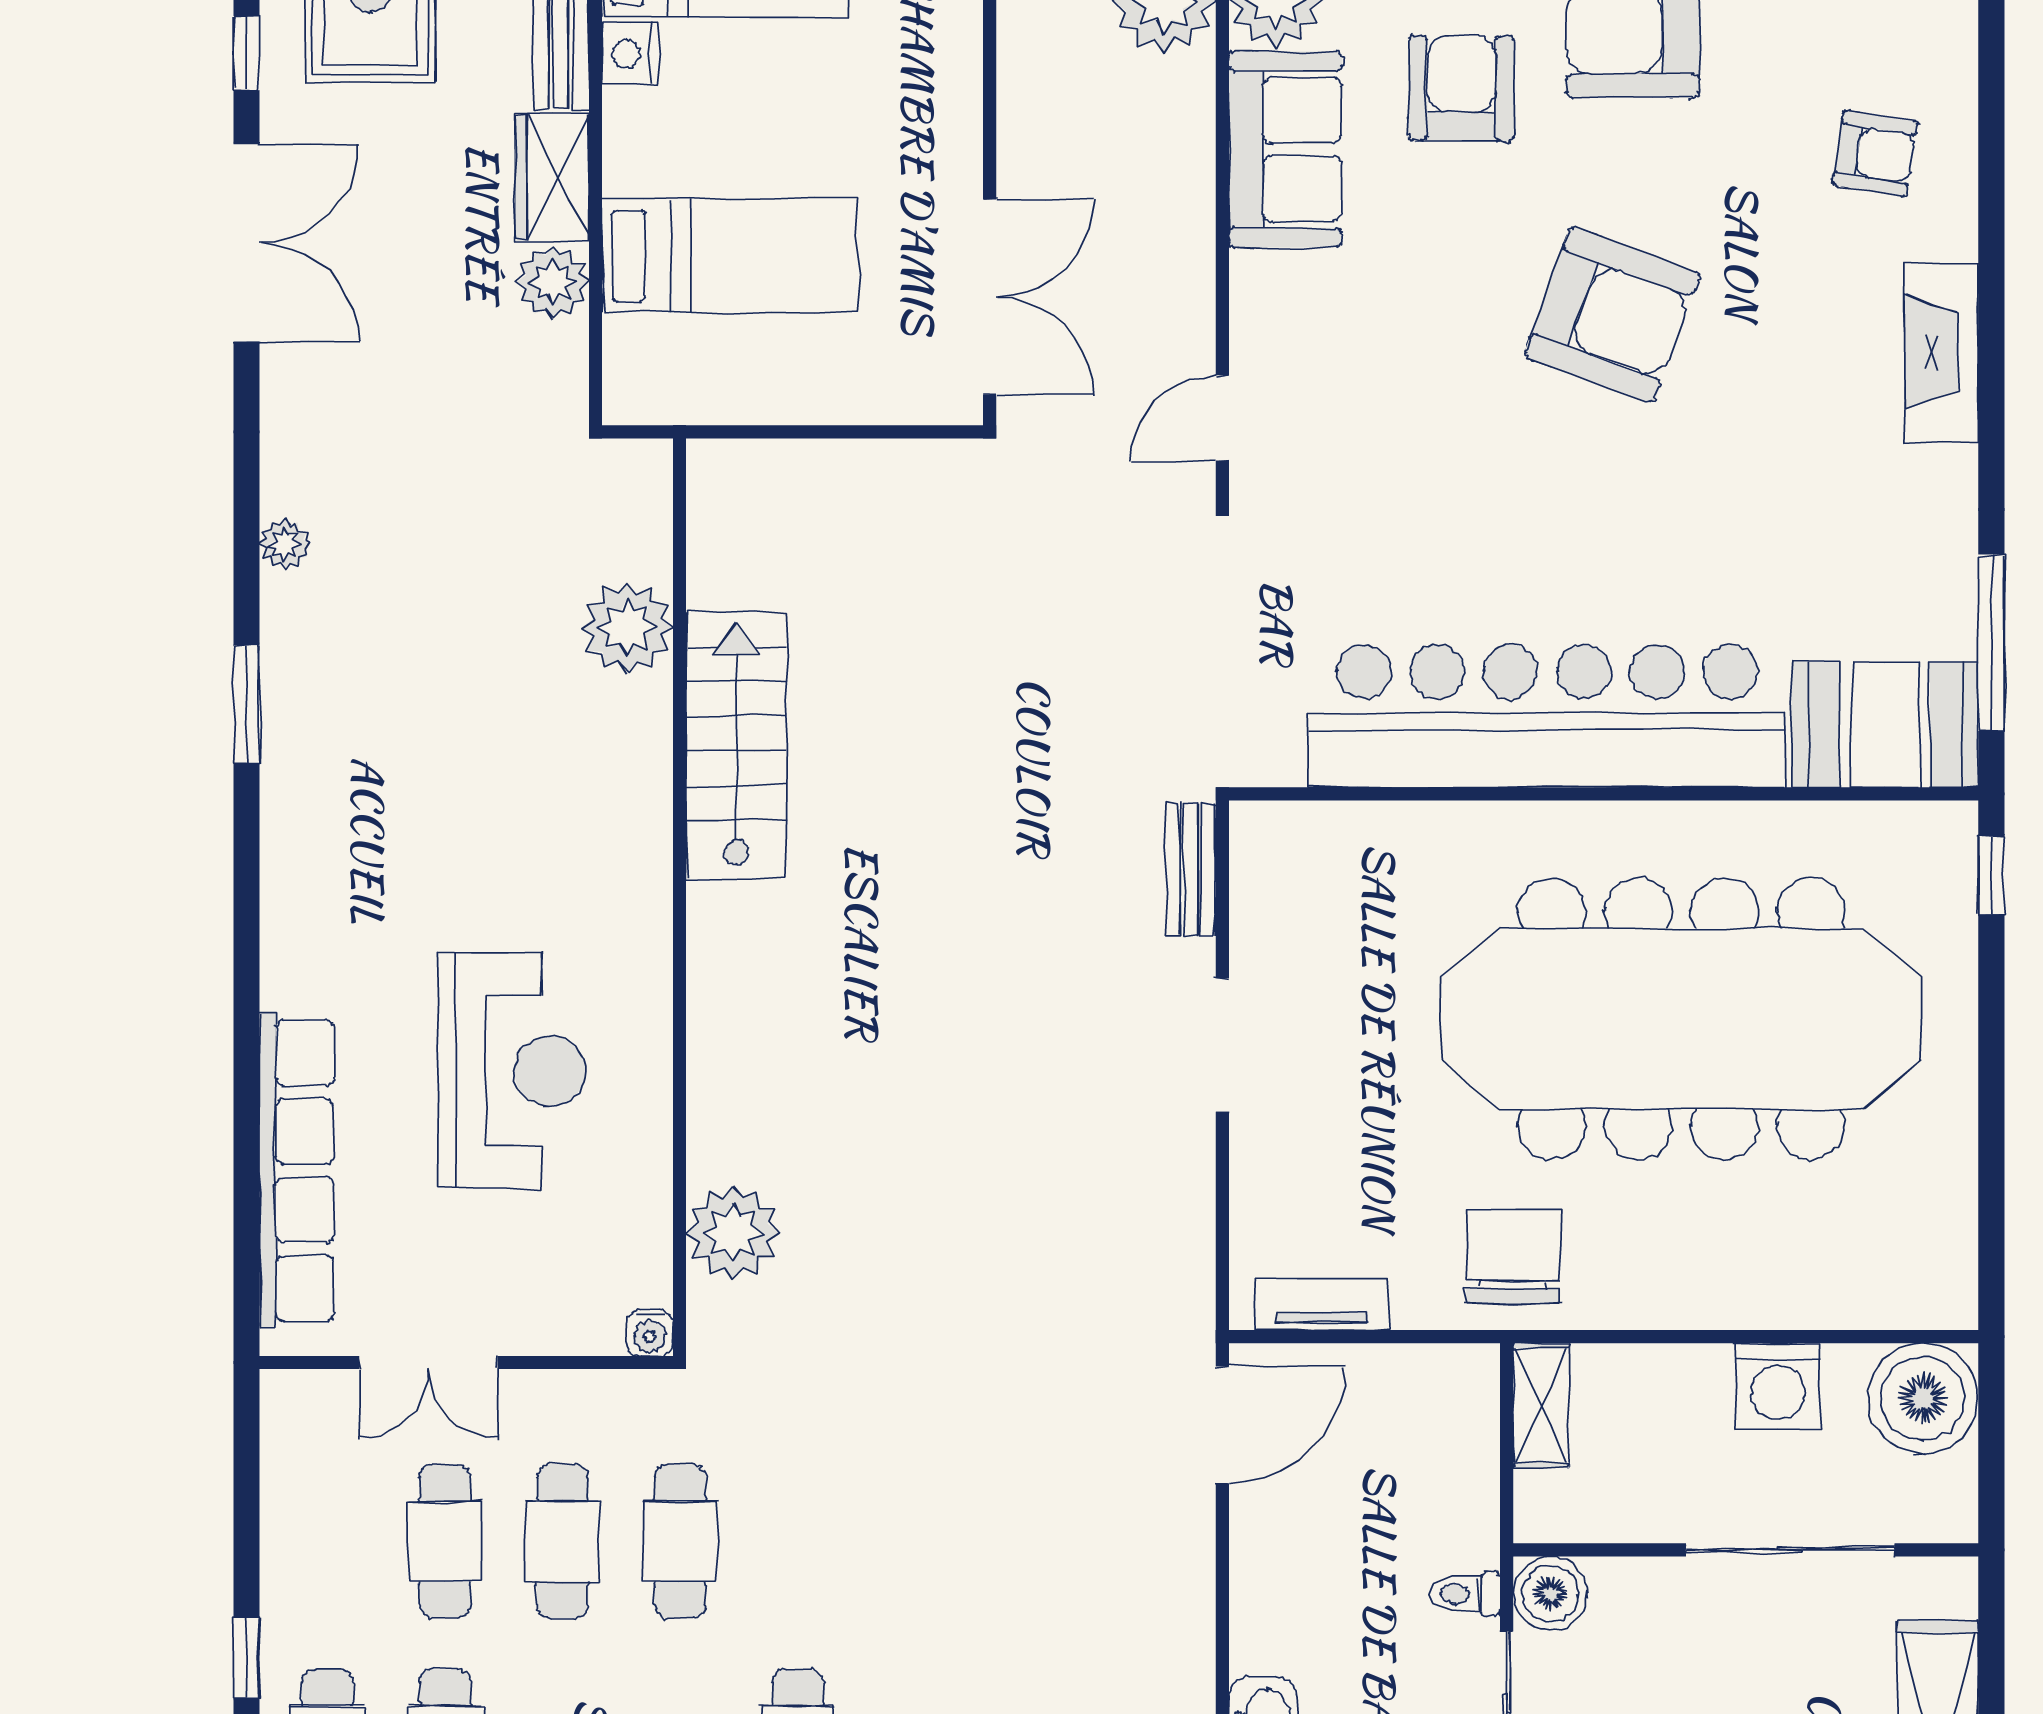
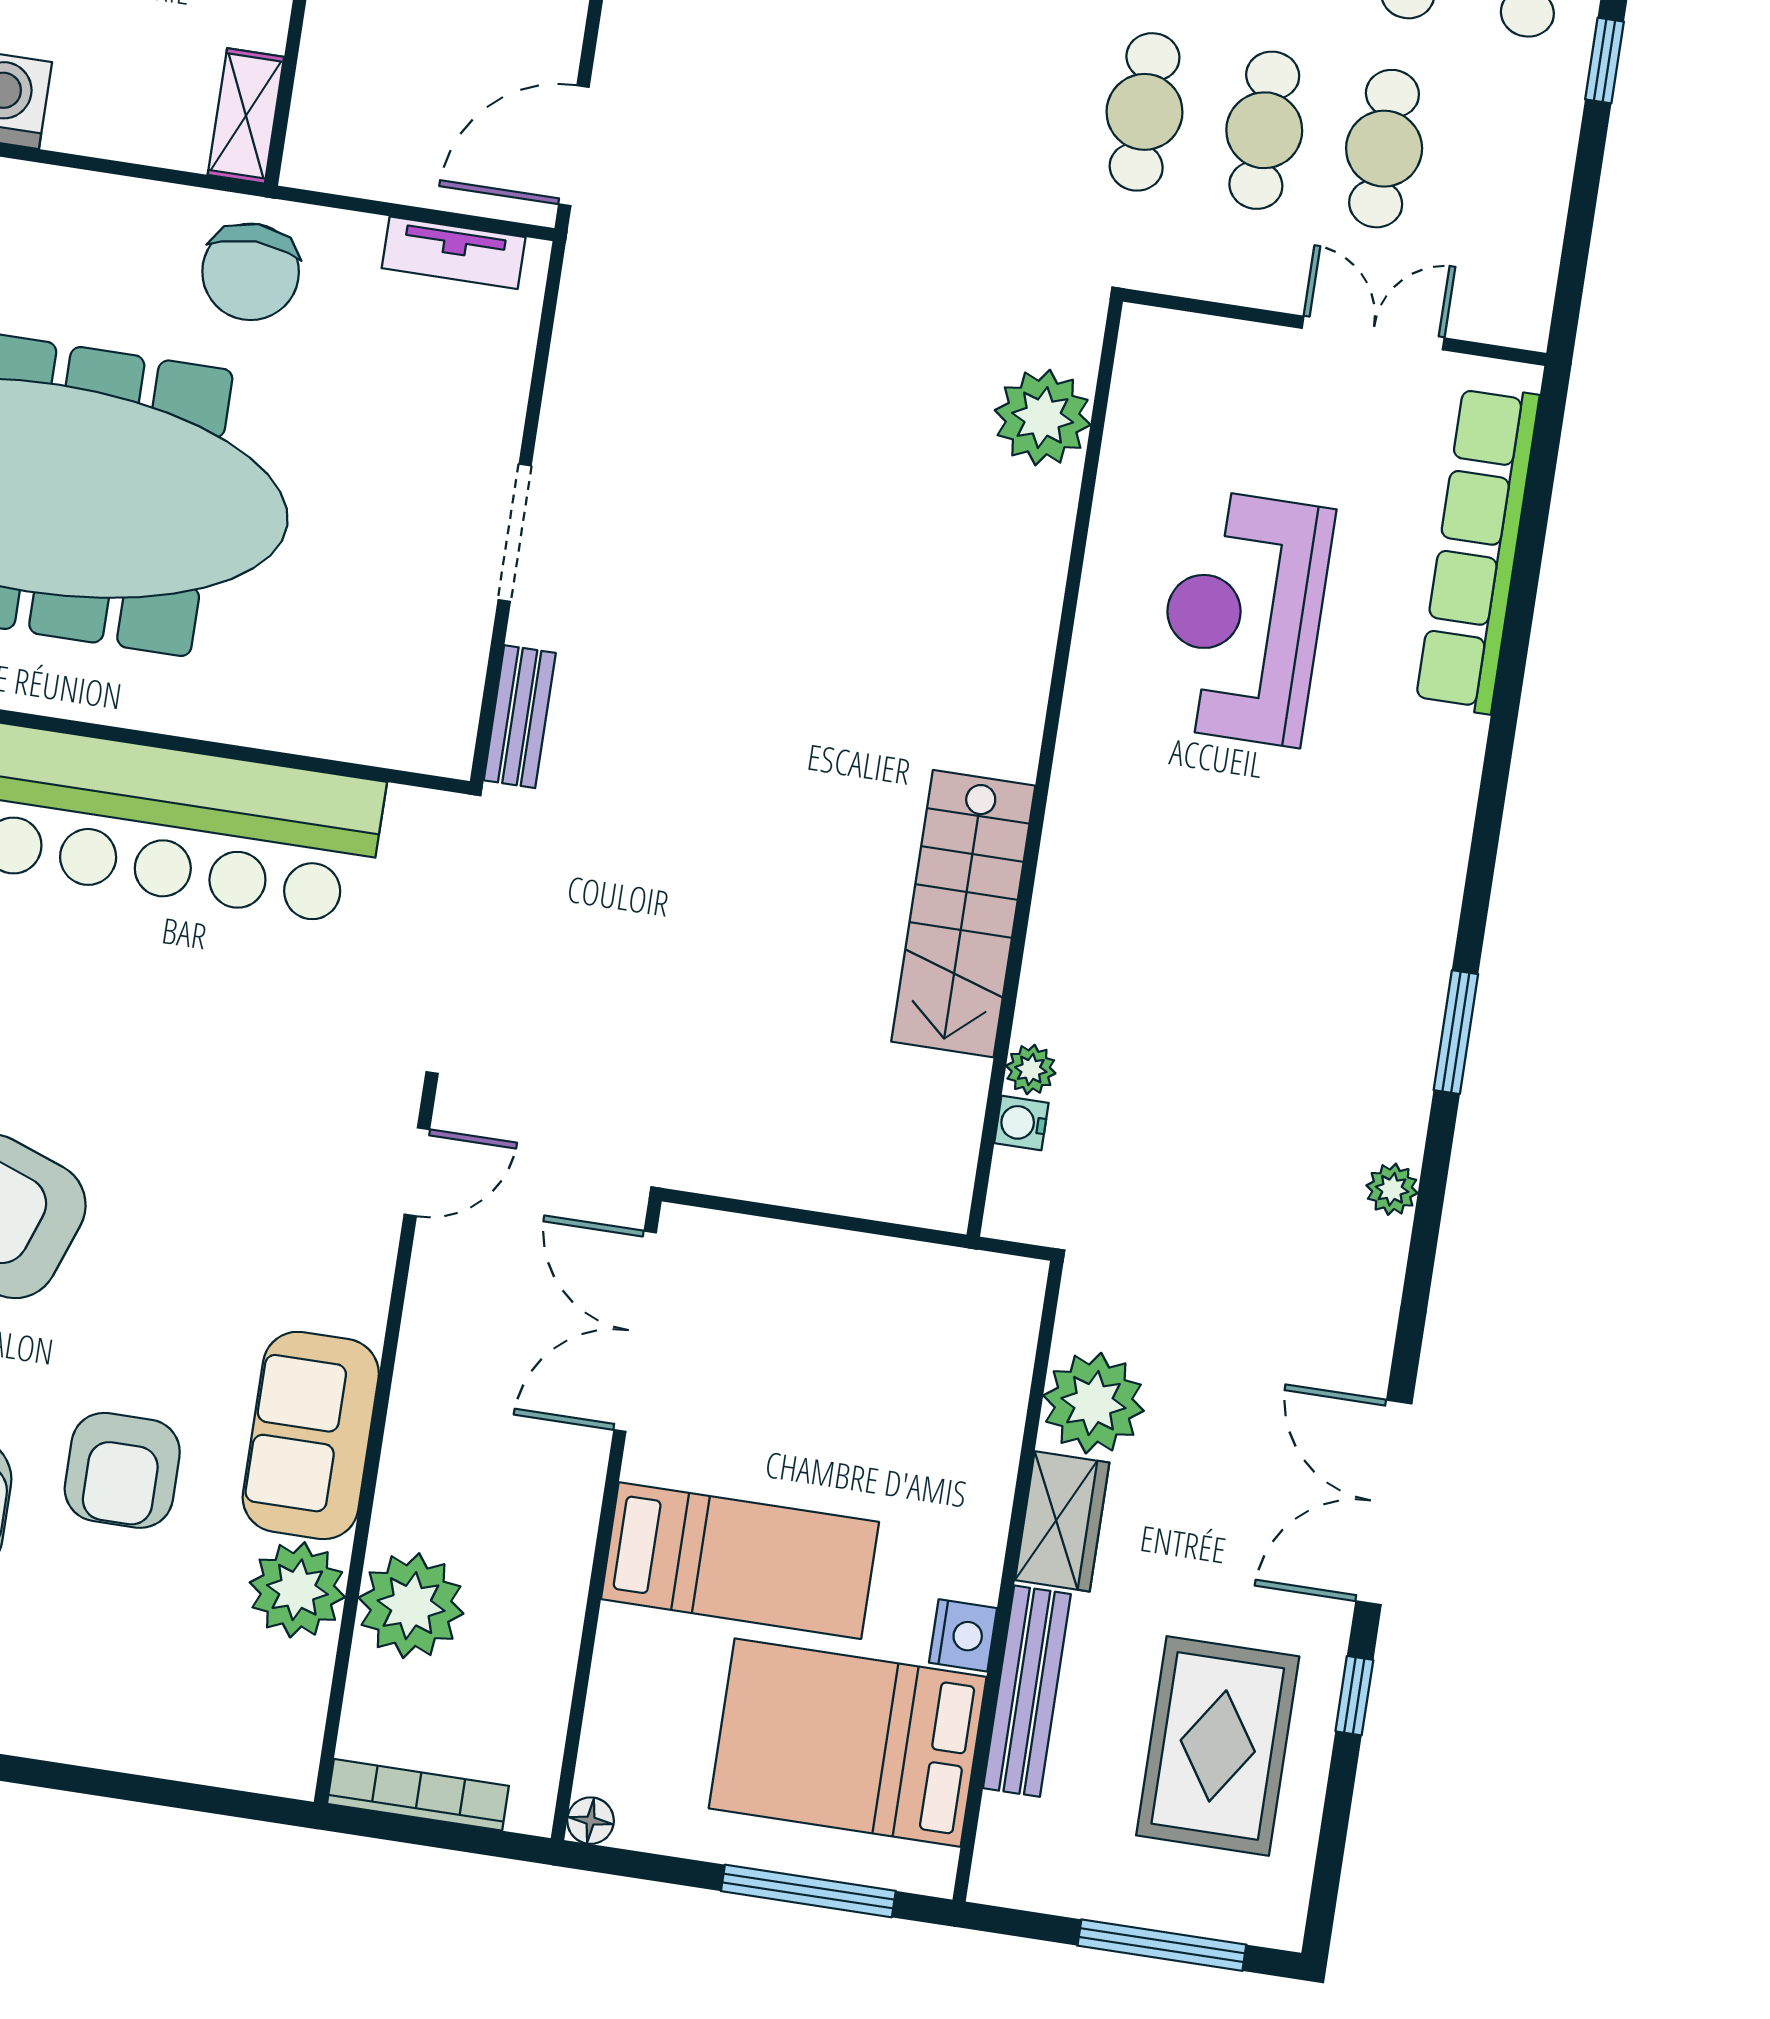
bed: (730, 256) -> (740, 1561), moved, turned 180
plant: (553, 282) -> (1093, 1403), width x1.36, depth x1.36
plant: (627, 627) -> (1031, 1069), width x0.53, depth x0.53
water cooler: (650, 1333) -> (1021, 1123), moved, turned -90

